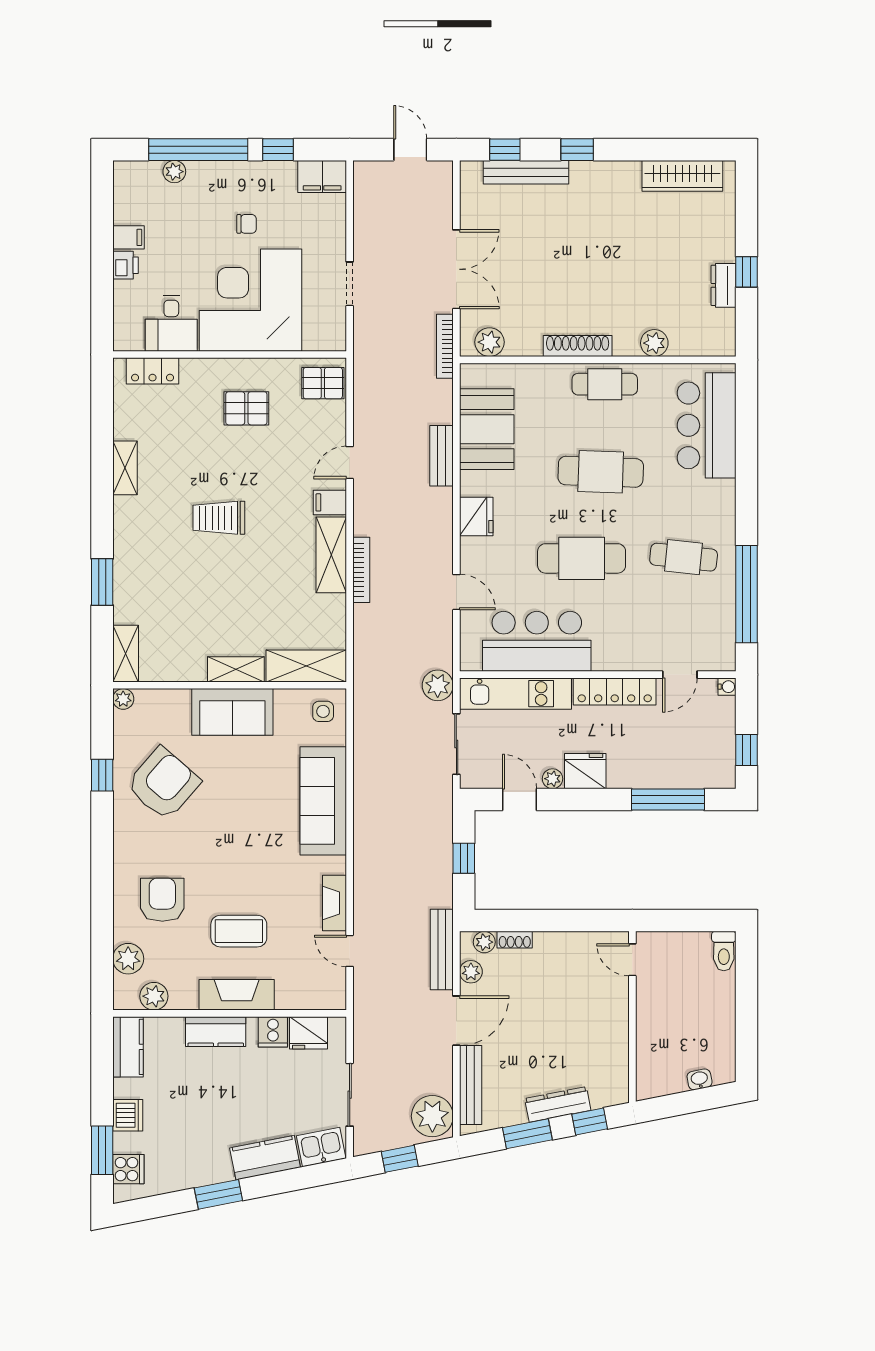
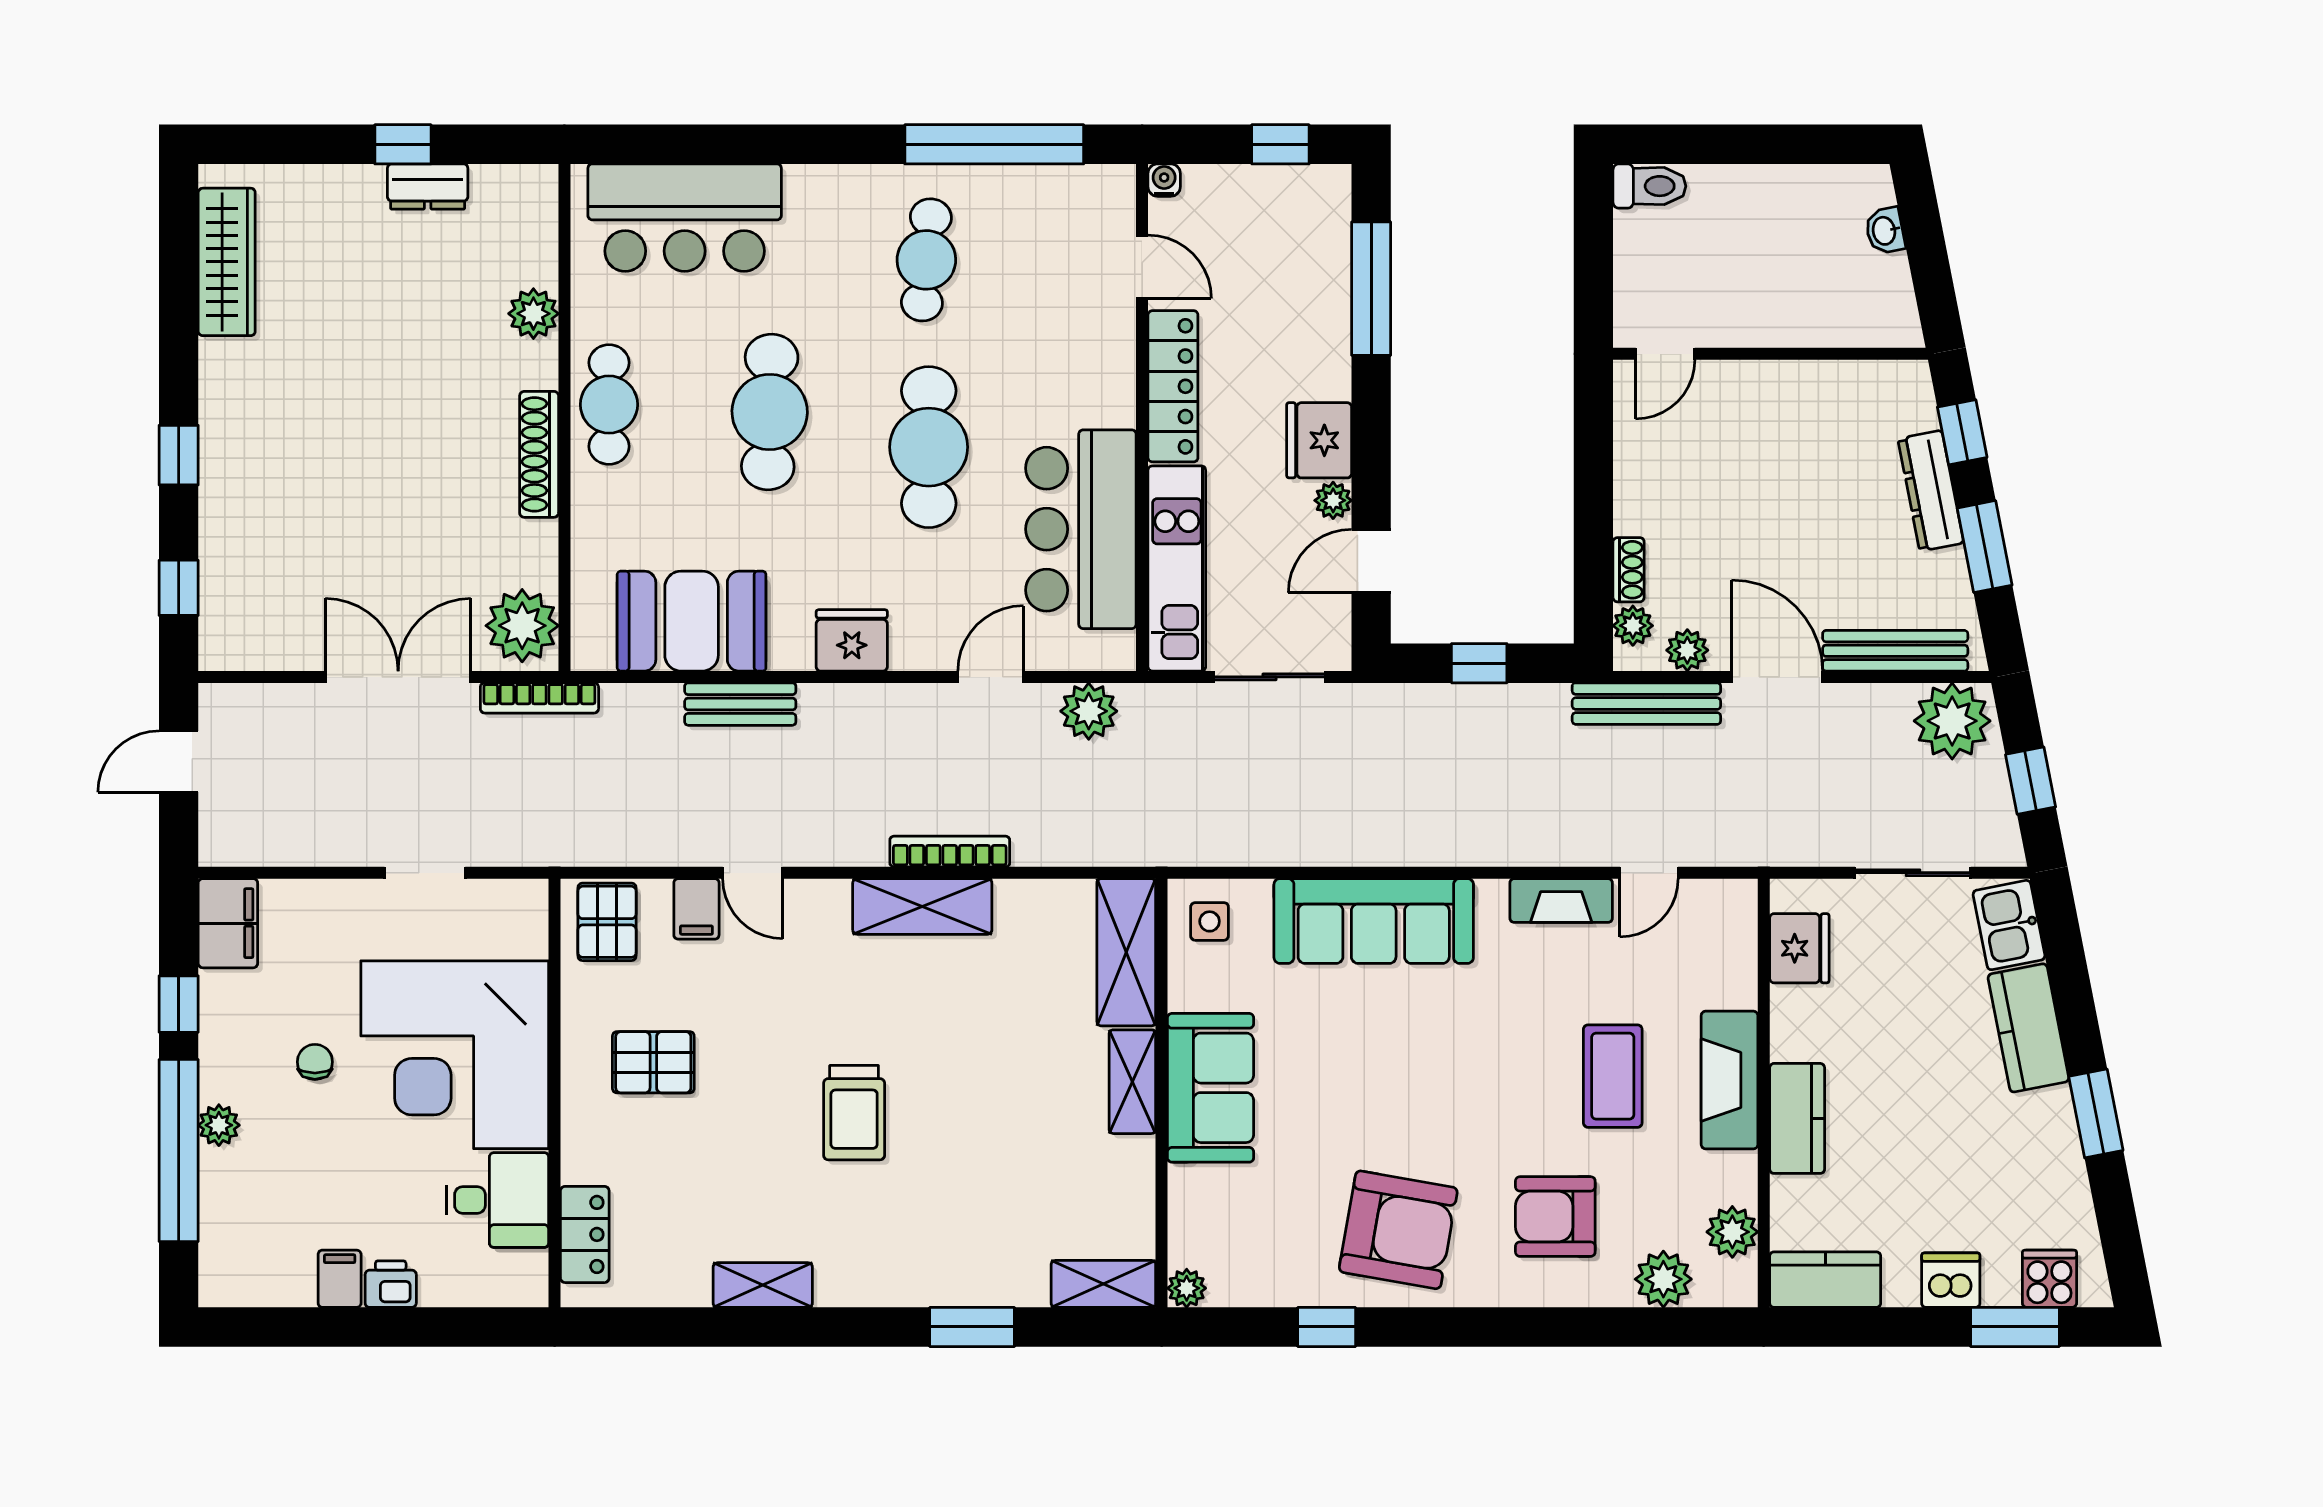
plant: (174, 172) -> (219, 1125), moved
bench: (526, 172) -> (220, 549), removed
plant: (490, 342) -> (522, 626), width x1.36, depth x1.36
pallet: (246, 408) -> (653, 1062), turned 90
filing cabinet: (330, 502) -> (696, 909), moved
plant: (438, 685) -> (1089, 711), moved
armchair: (163, 784) -> (1398, 1230), moved, turned 149
cooker: (273, 1032) -> (1798, 1013), removed

